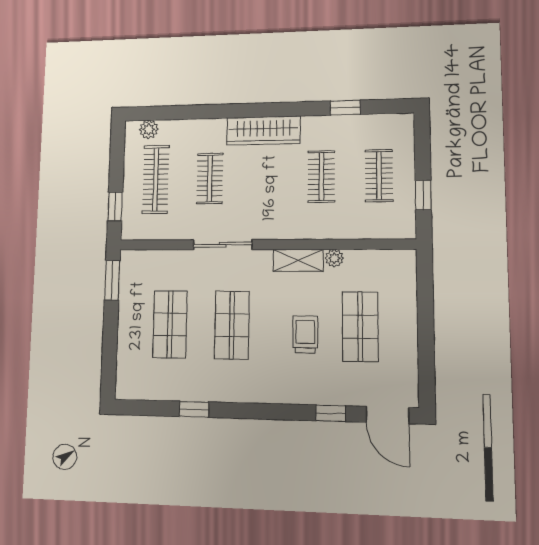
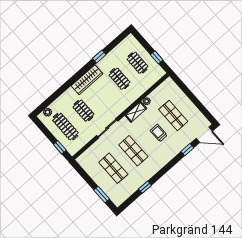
window: (345, 108) -> (99, 57), moved
window: (112, 280) -> (102, 195), moved

